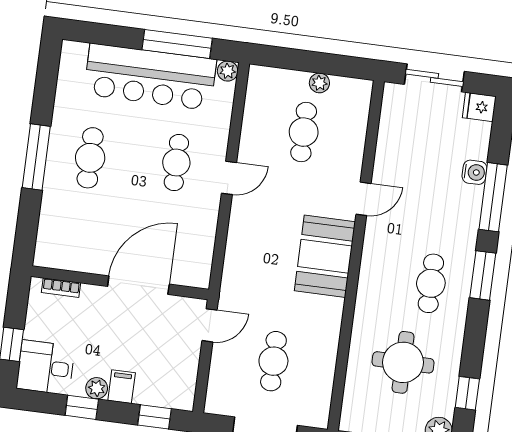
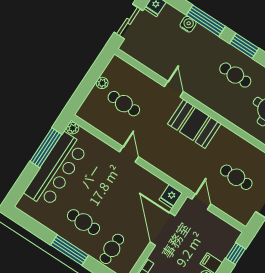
cafe table: (176, 163) -> (112, 249), moved, turned 90
fridge: (195, 274) -> (171, 196), added

